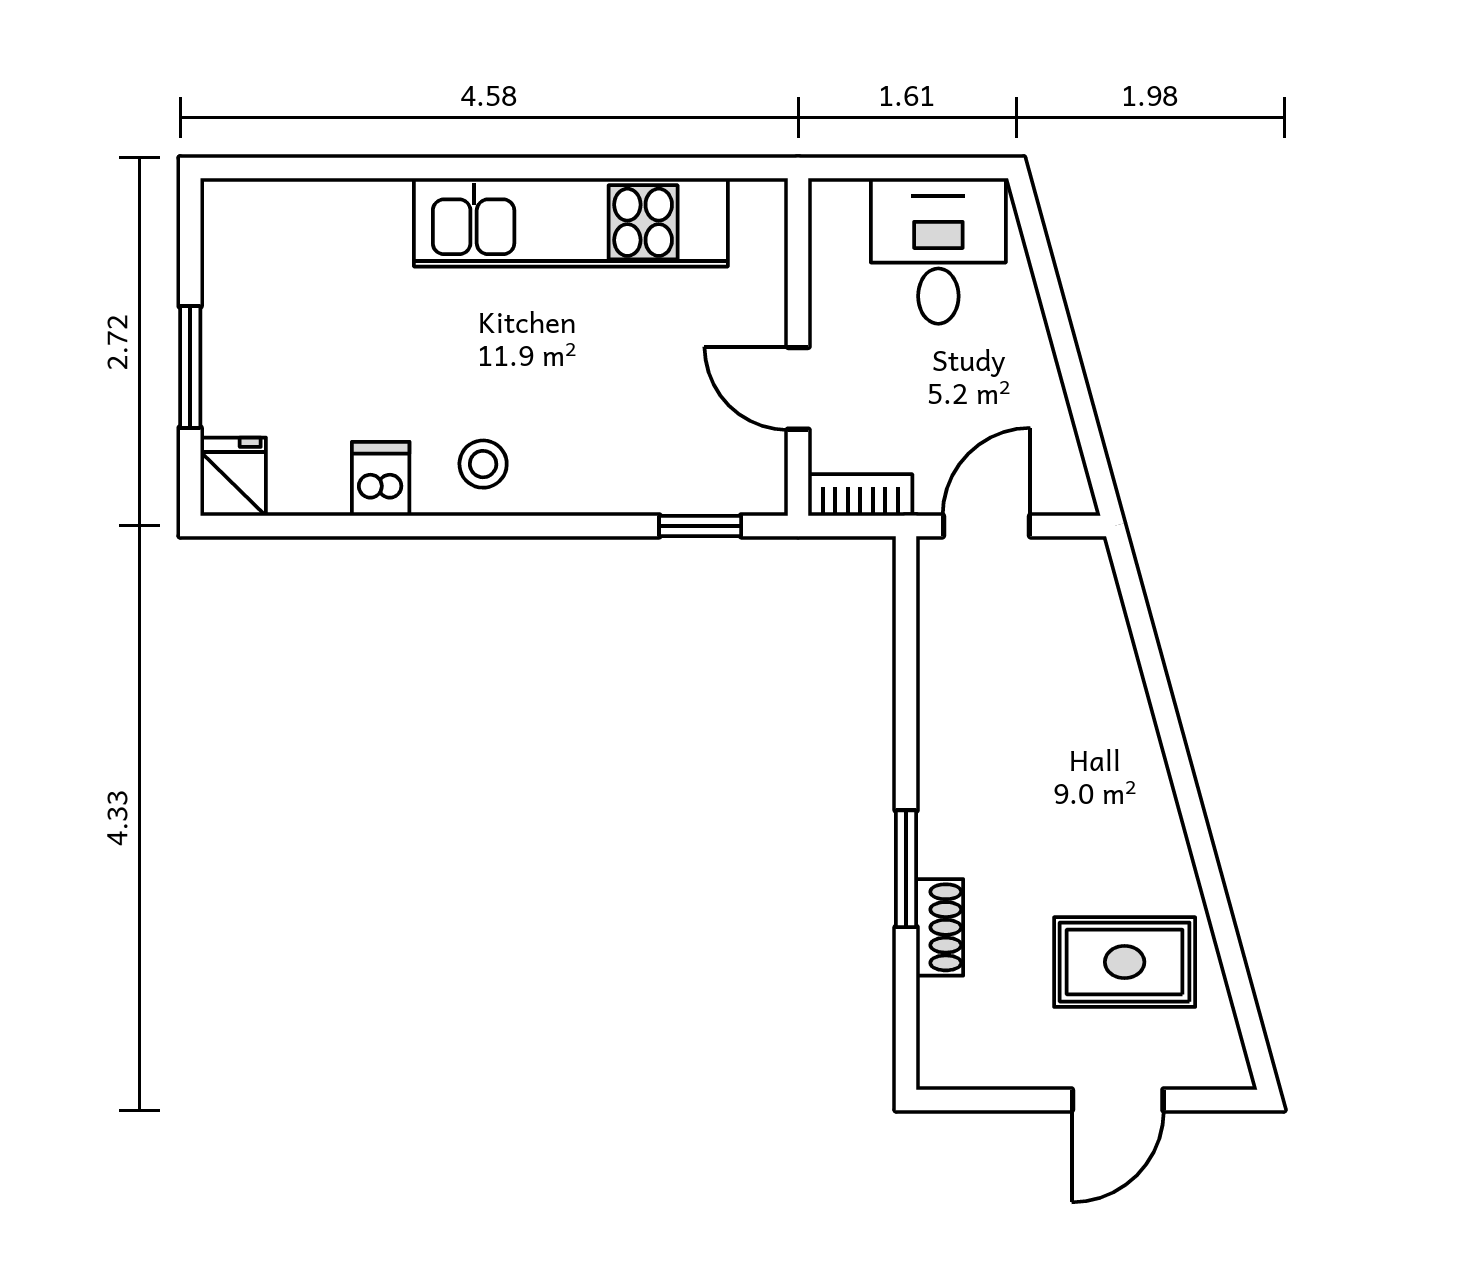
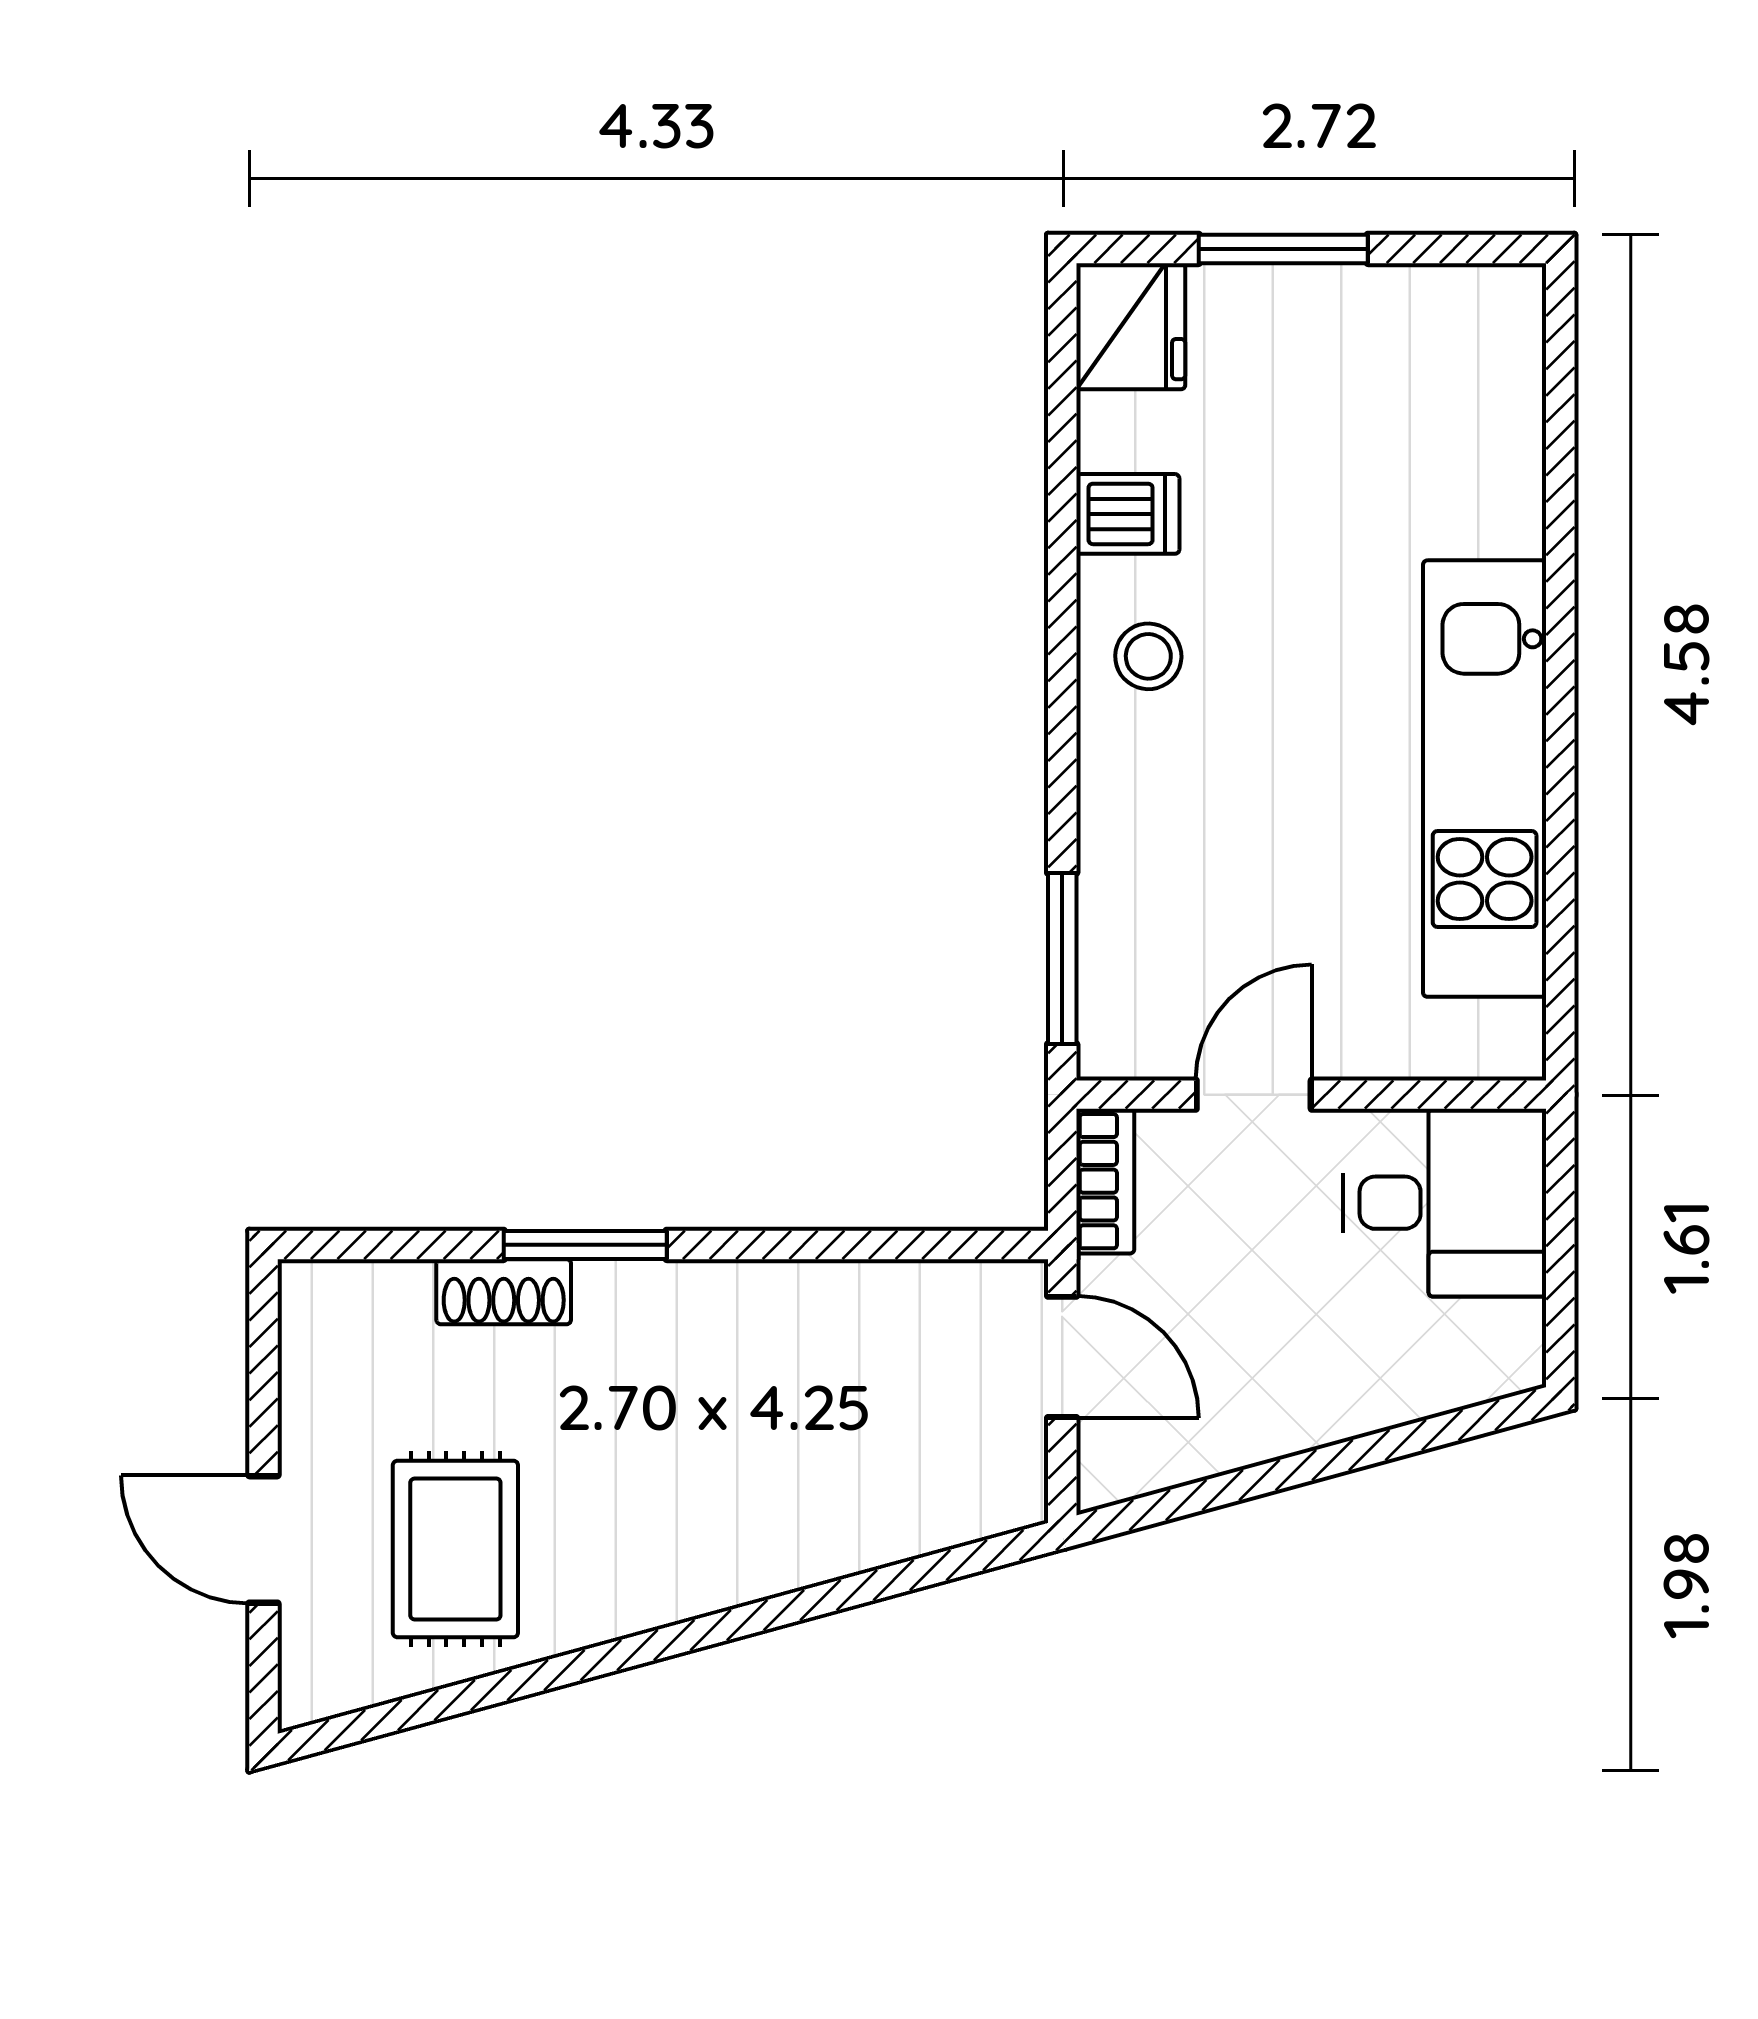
desk: (938, 251) -> (1445, 1203), moved
fridge: (233, 477) -> (1131, 326), width x1.38
window: (700, 526) -> (1062, 958), width x1.50

